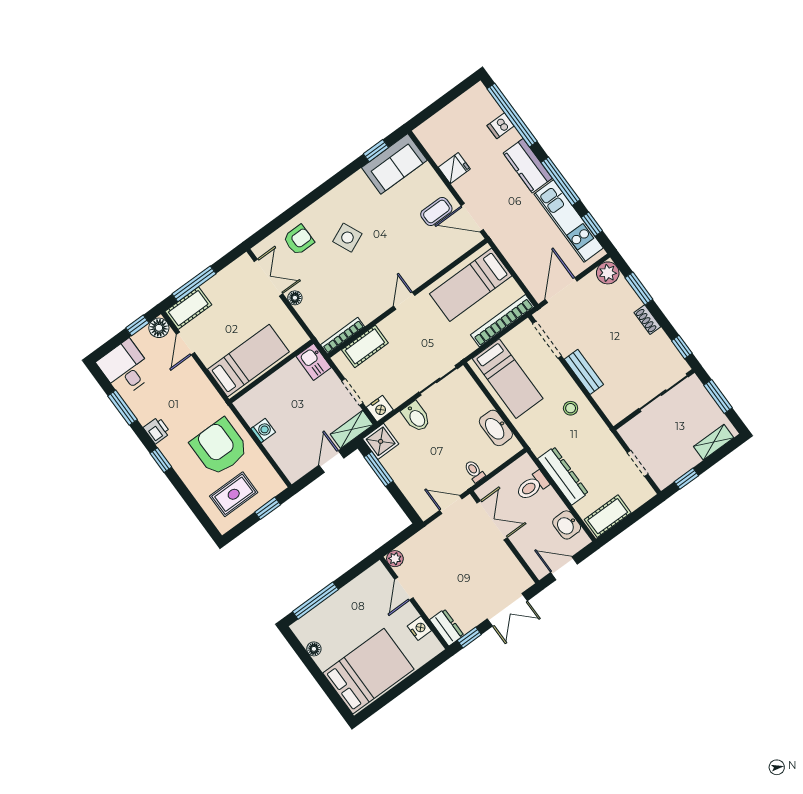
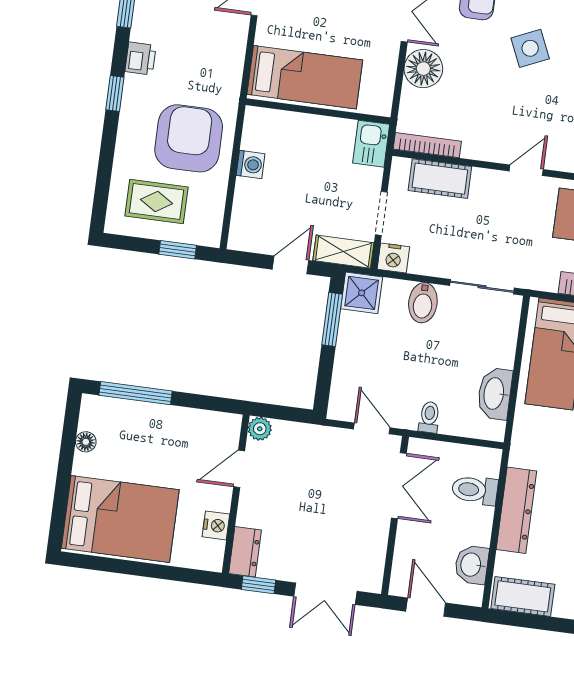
floor lamp: (295, 298) -> (423, 69), width x1.89, depth x1.89

